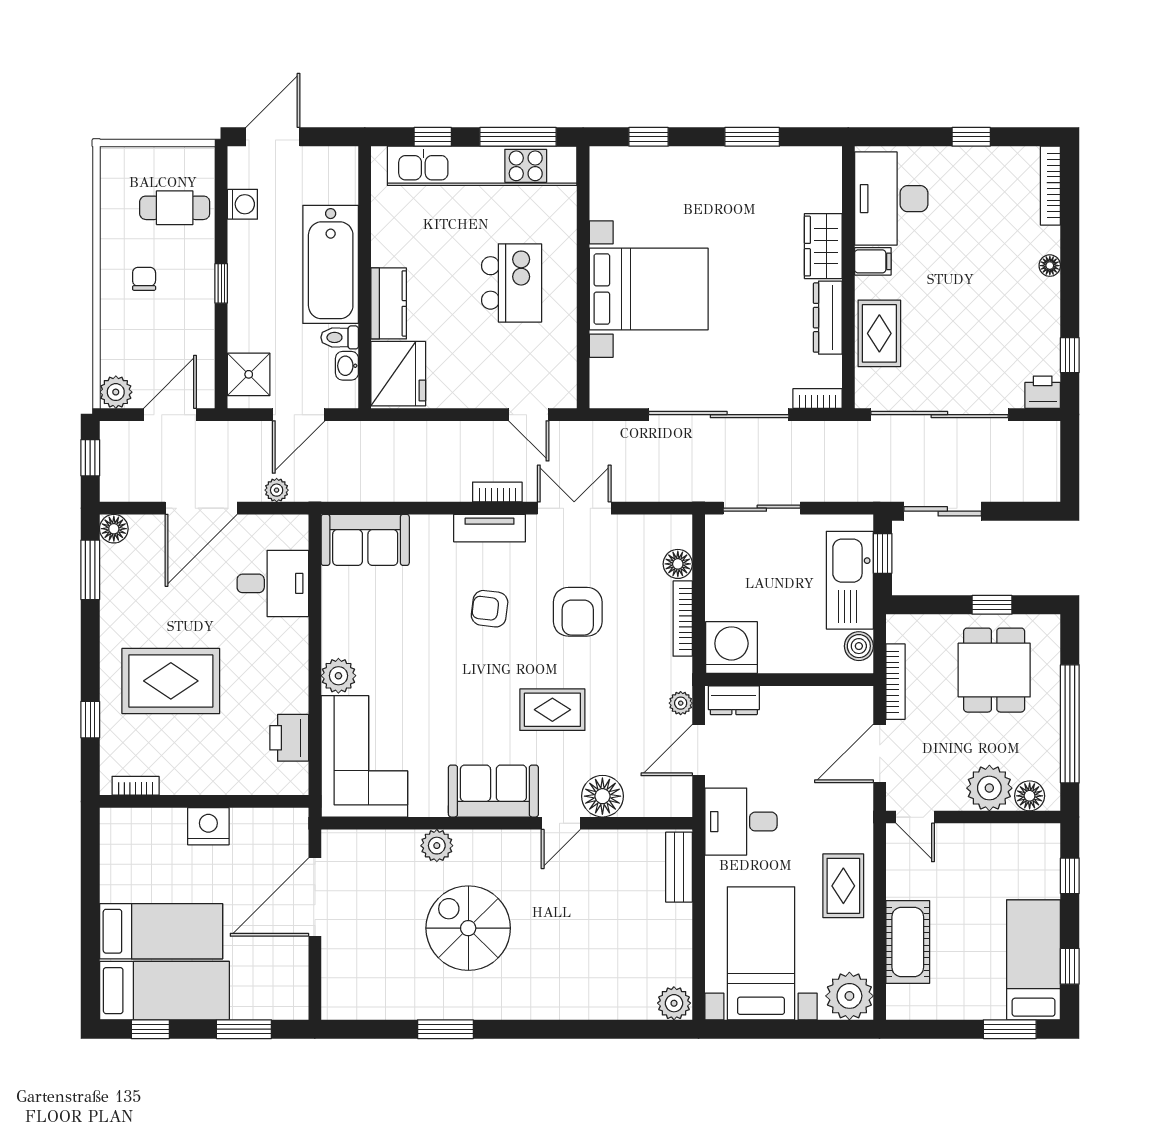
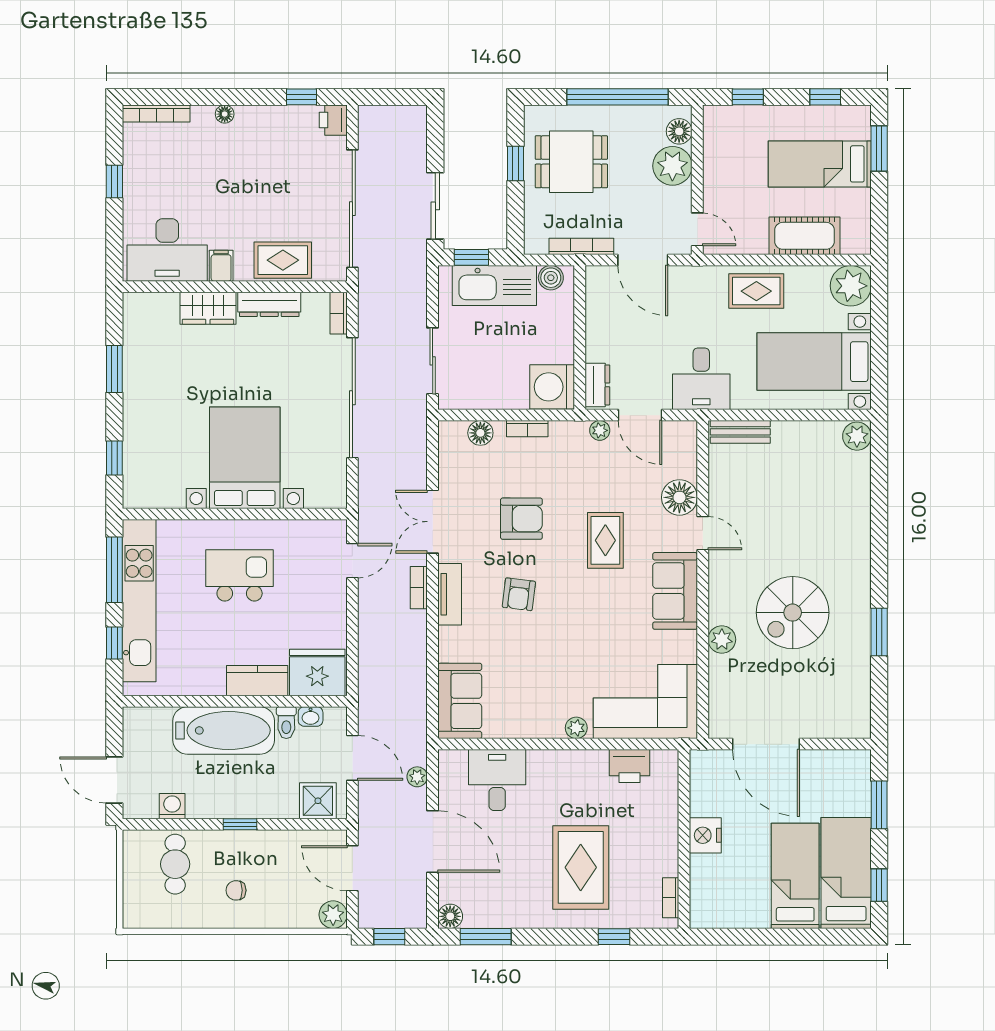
bookcase: (683, 619) -> (527, 429), width x0.64
plant: (338, 676) -> (576, 728), width x0.73, depth x0.73
door: (915, 817) -> (697, 229), hinge flipped
bed: (1034, 960) -> (820, 164), moved

